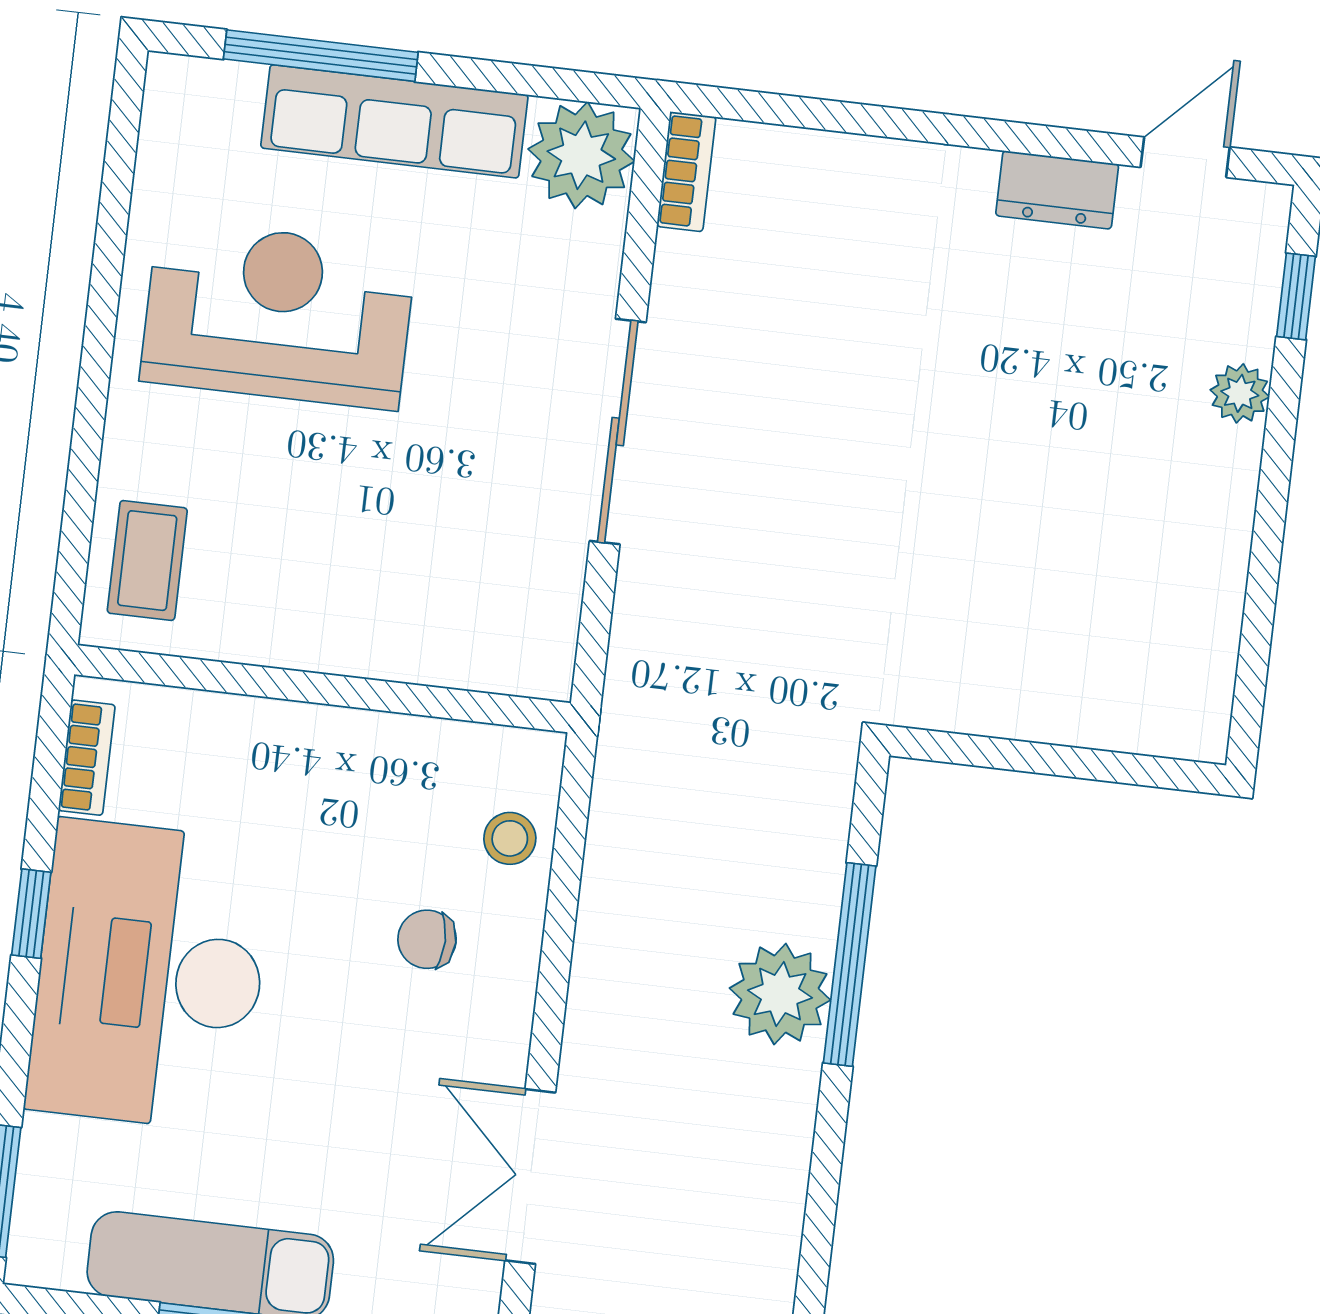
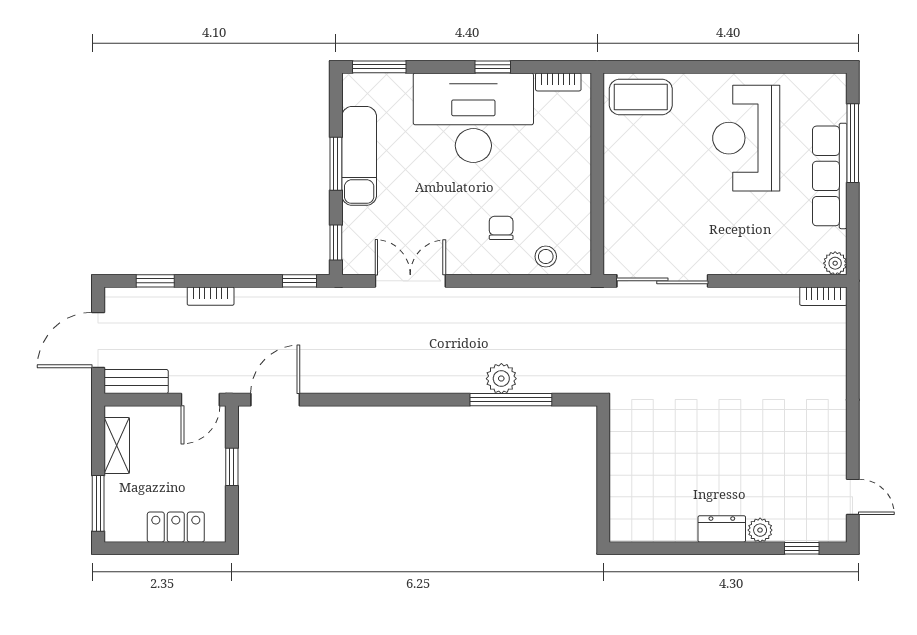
plant: (581, 155) -> (835, 263), width x0.53, depth x0.53
dresser: (1057, 190) -> (722, 529), moved, turned 90
reception desk: (278, 315) -> (746, 138), turned 180
sliding door: (618, 432) -> (662, 281), moved
coffee table: (147, 561) -> (641, 97), width x1.36, depth x1.30
plant: (780, 994) -> (501, 379), width x0.73, depth x0.73

